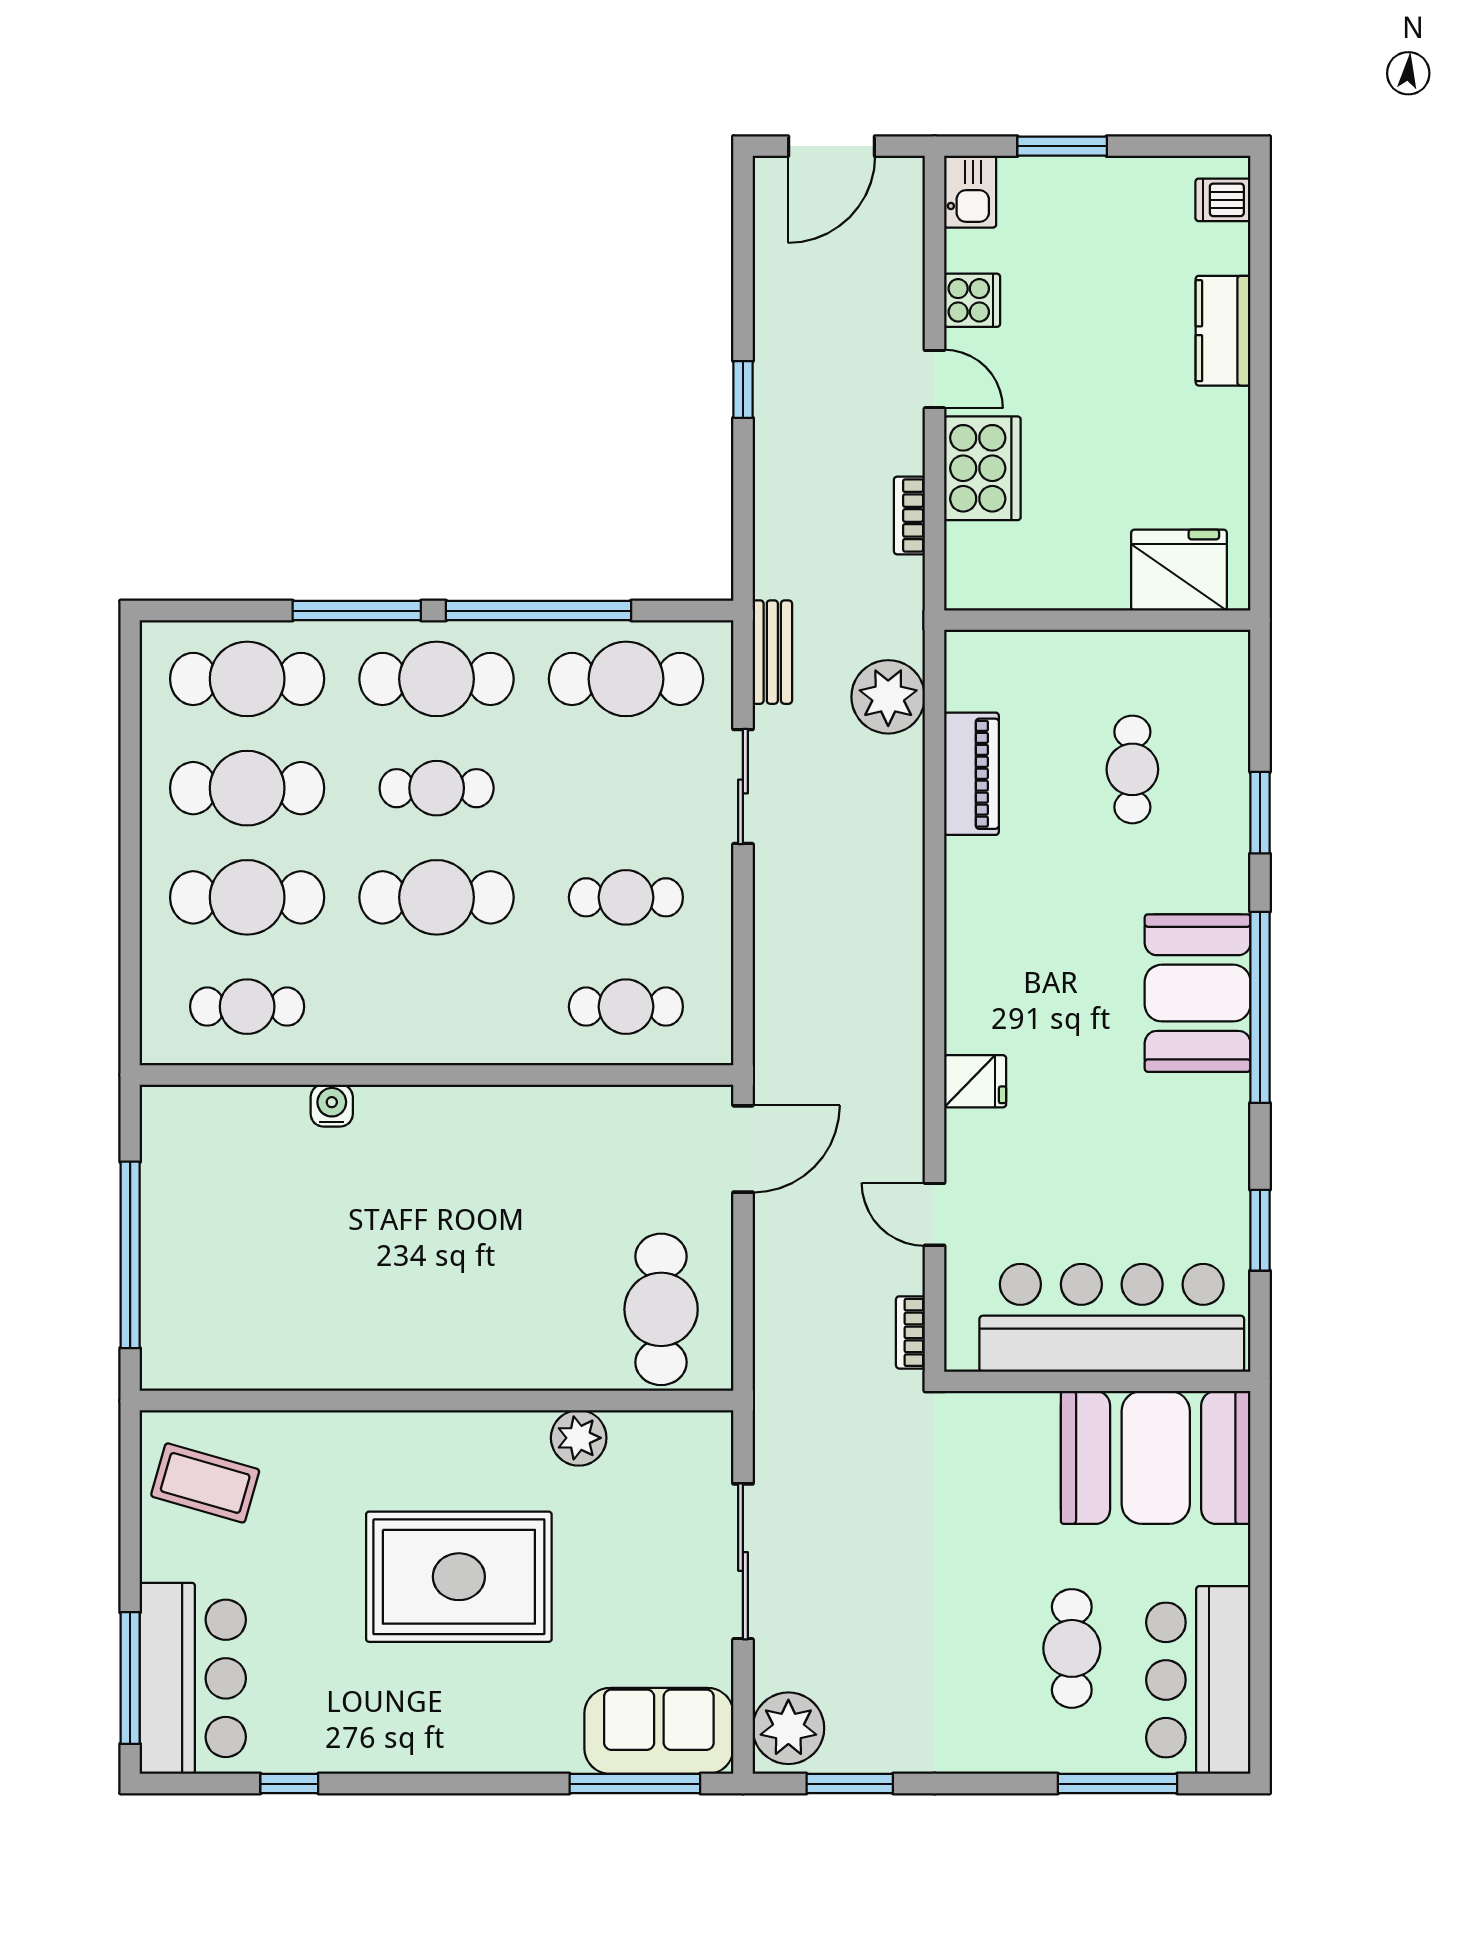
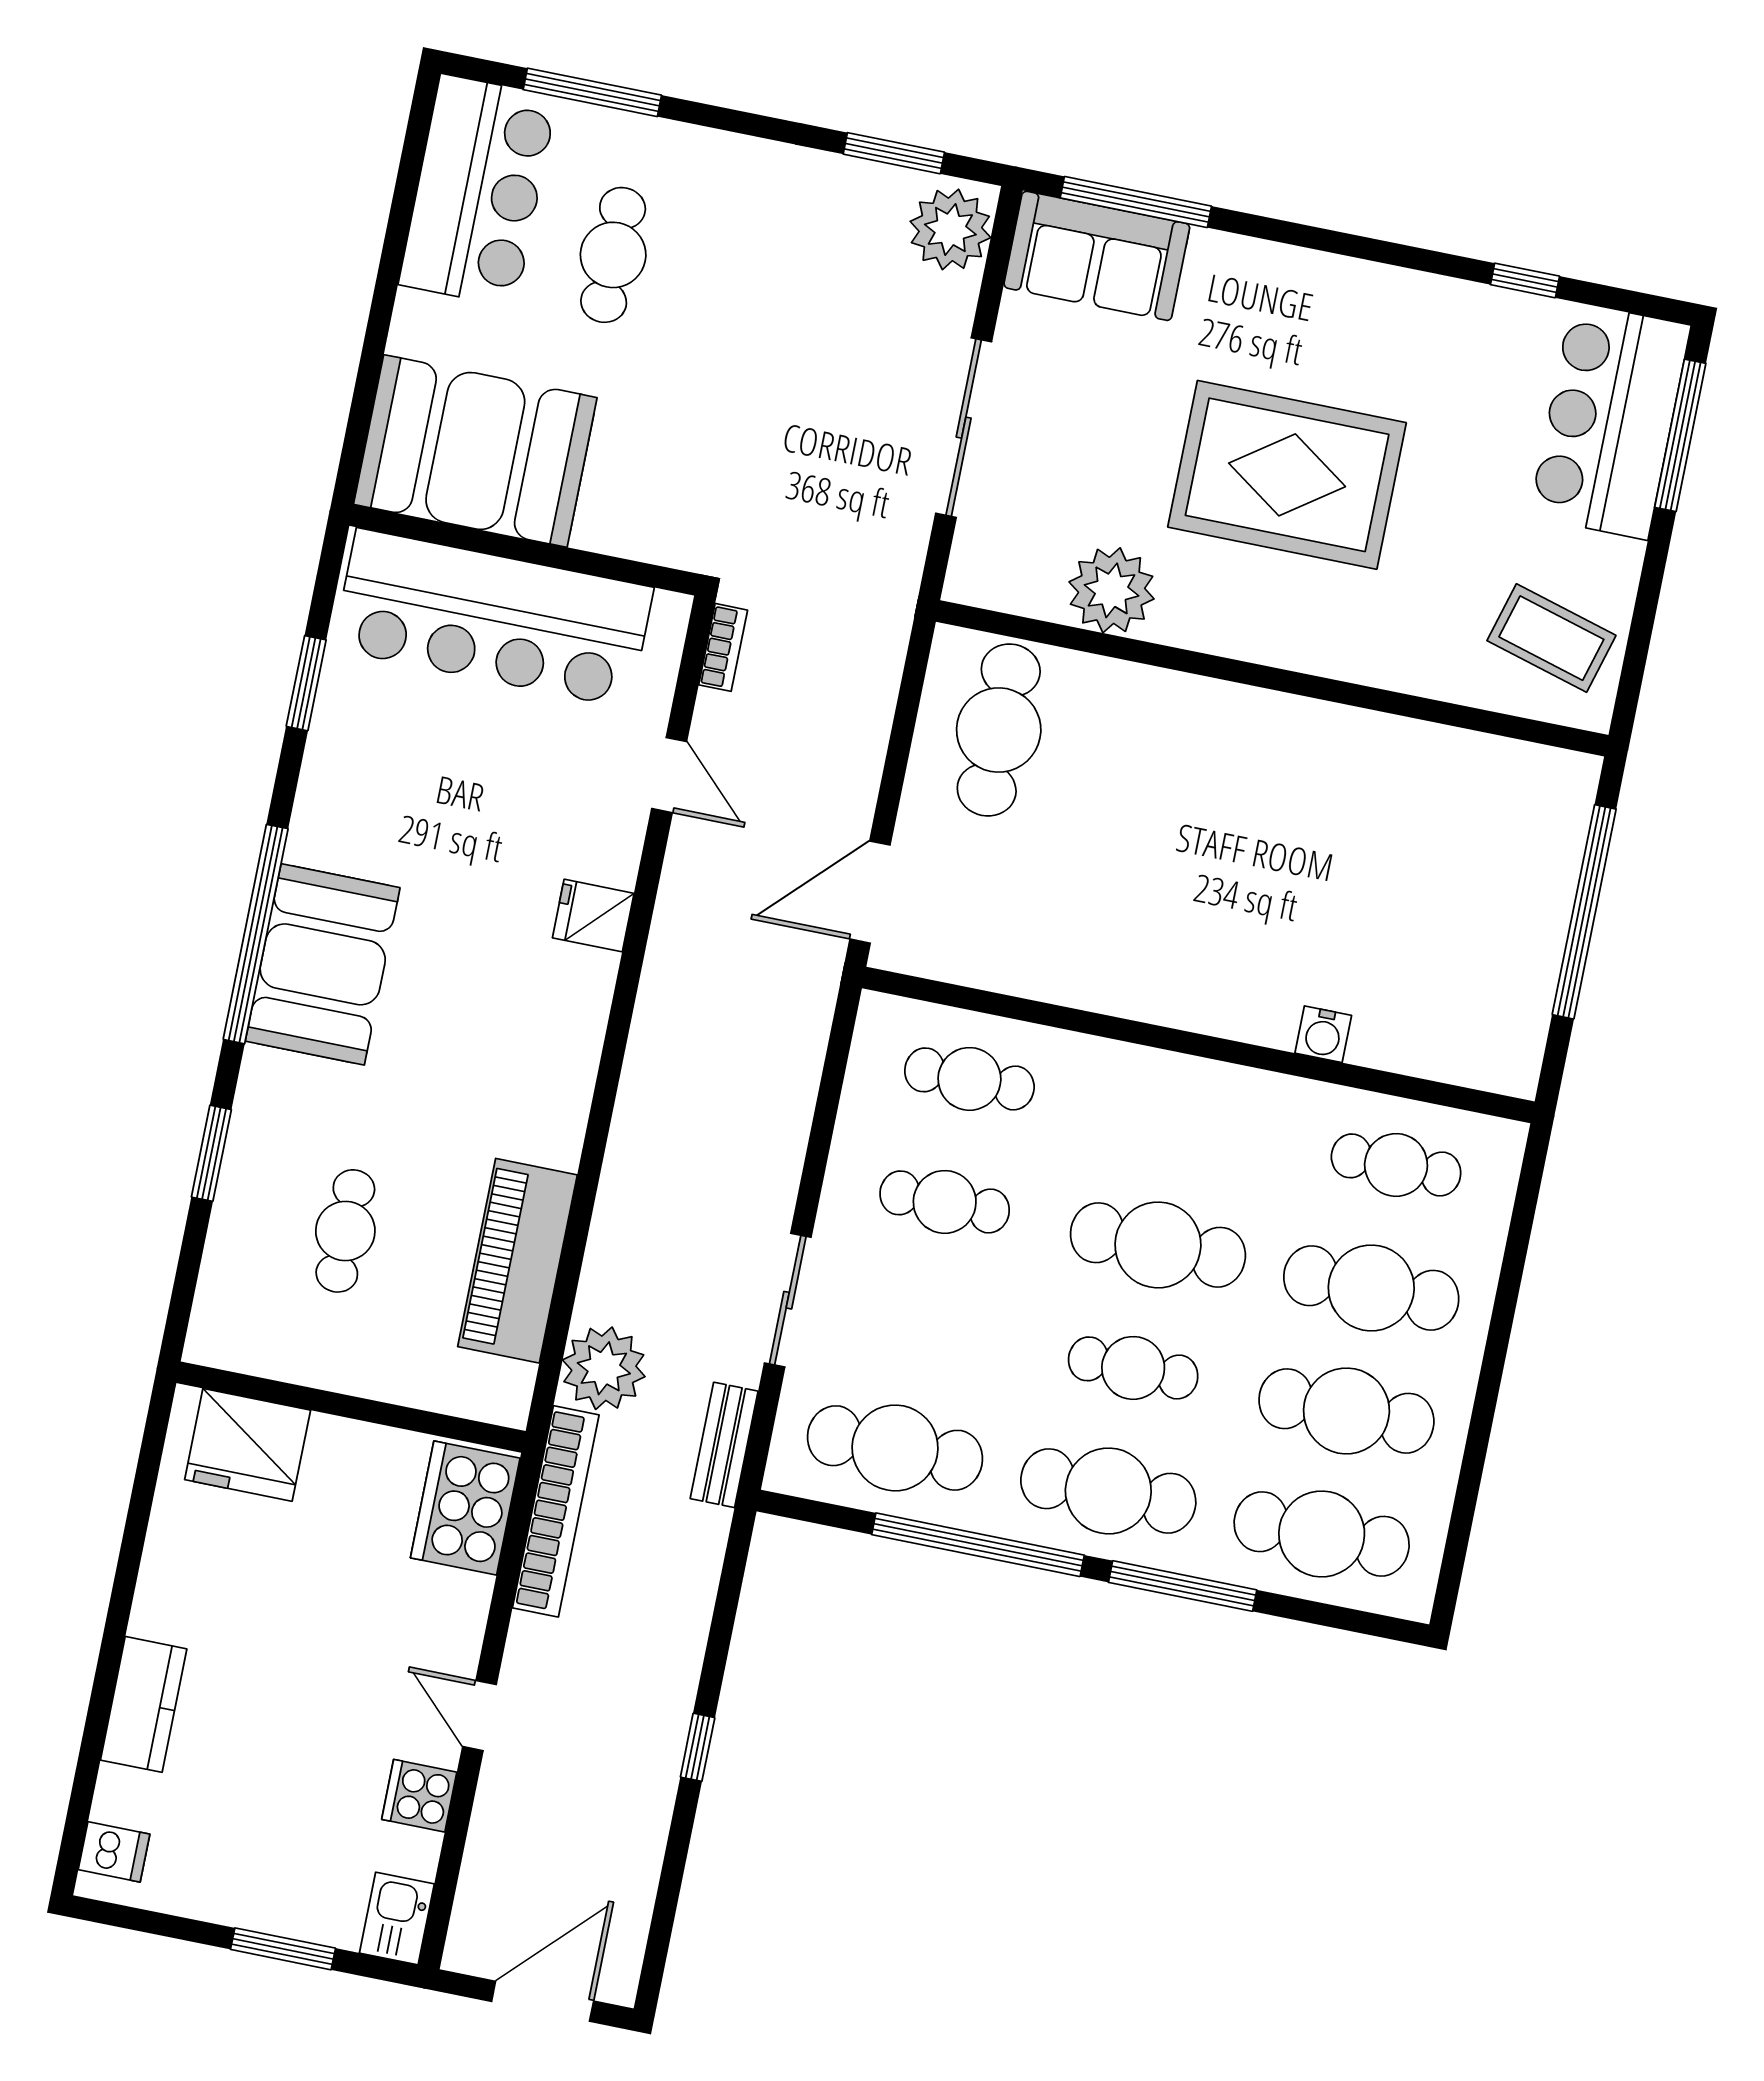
cooker: (982, 468) -> (465, 1508), moved
bookcase: (909, 515) -> (556, 1511), width x2.31, depth x1.31
piano: (971, 774) -> (517, 1261), width x1.37, depth x1.33
plant: (579, 1438) -> (1112, 590), width x1.36, depth x1.36

